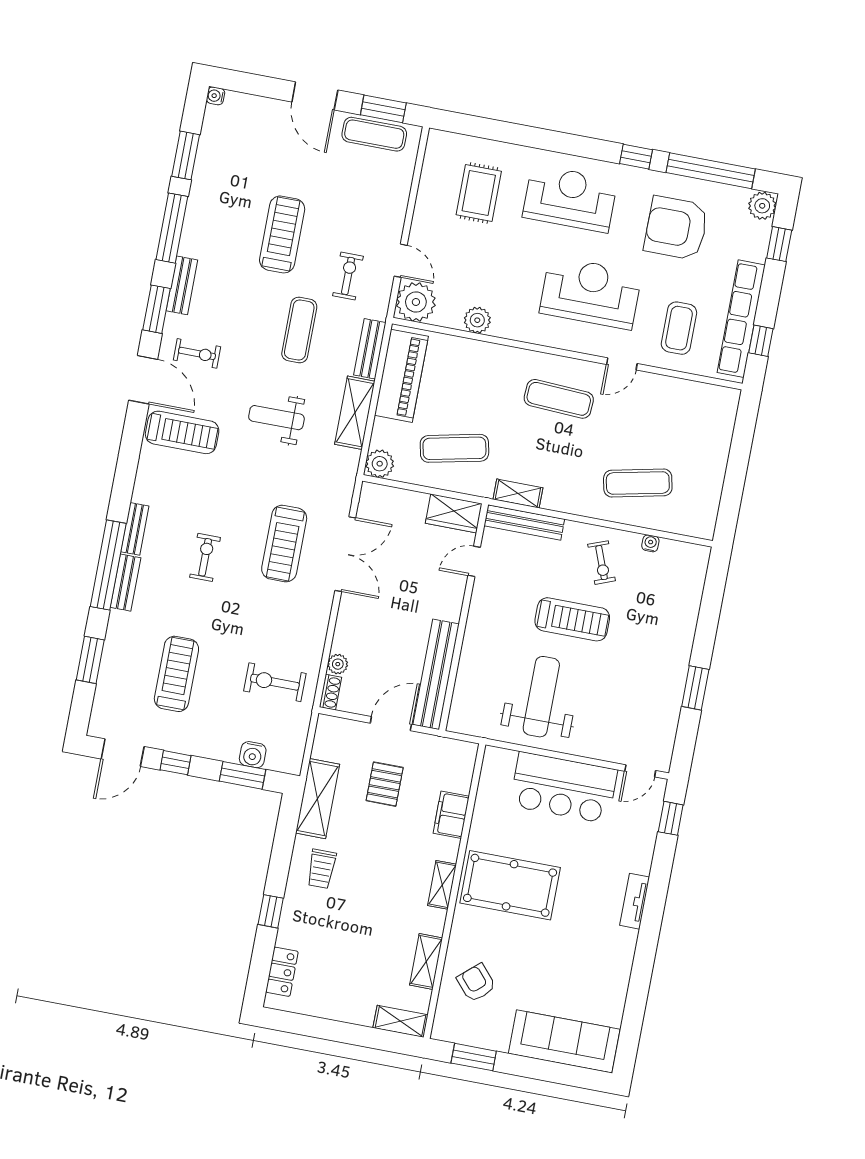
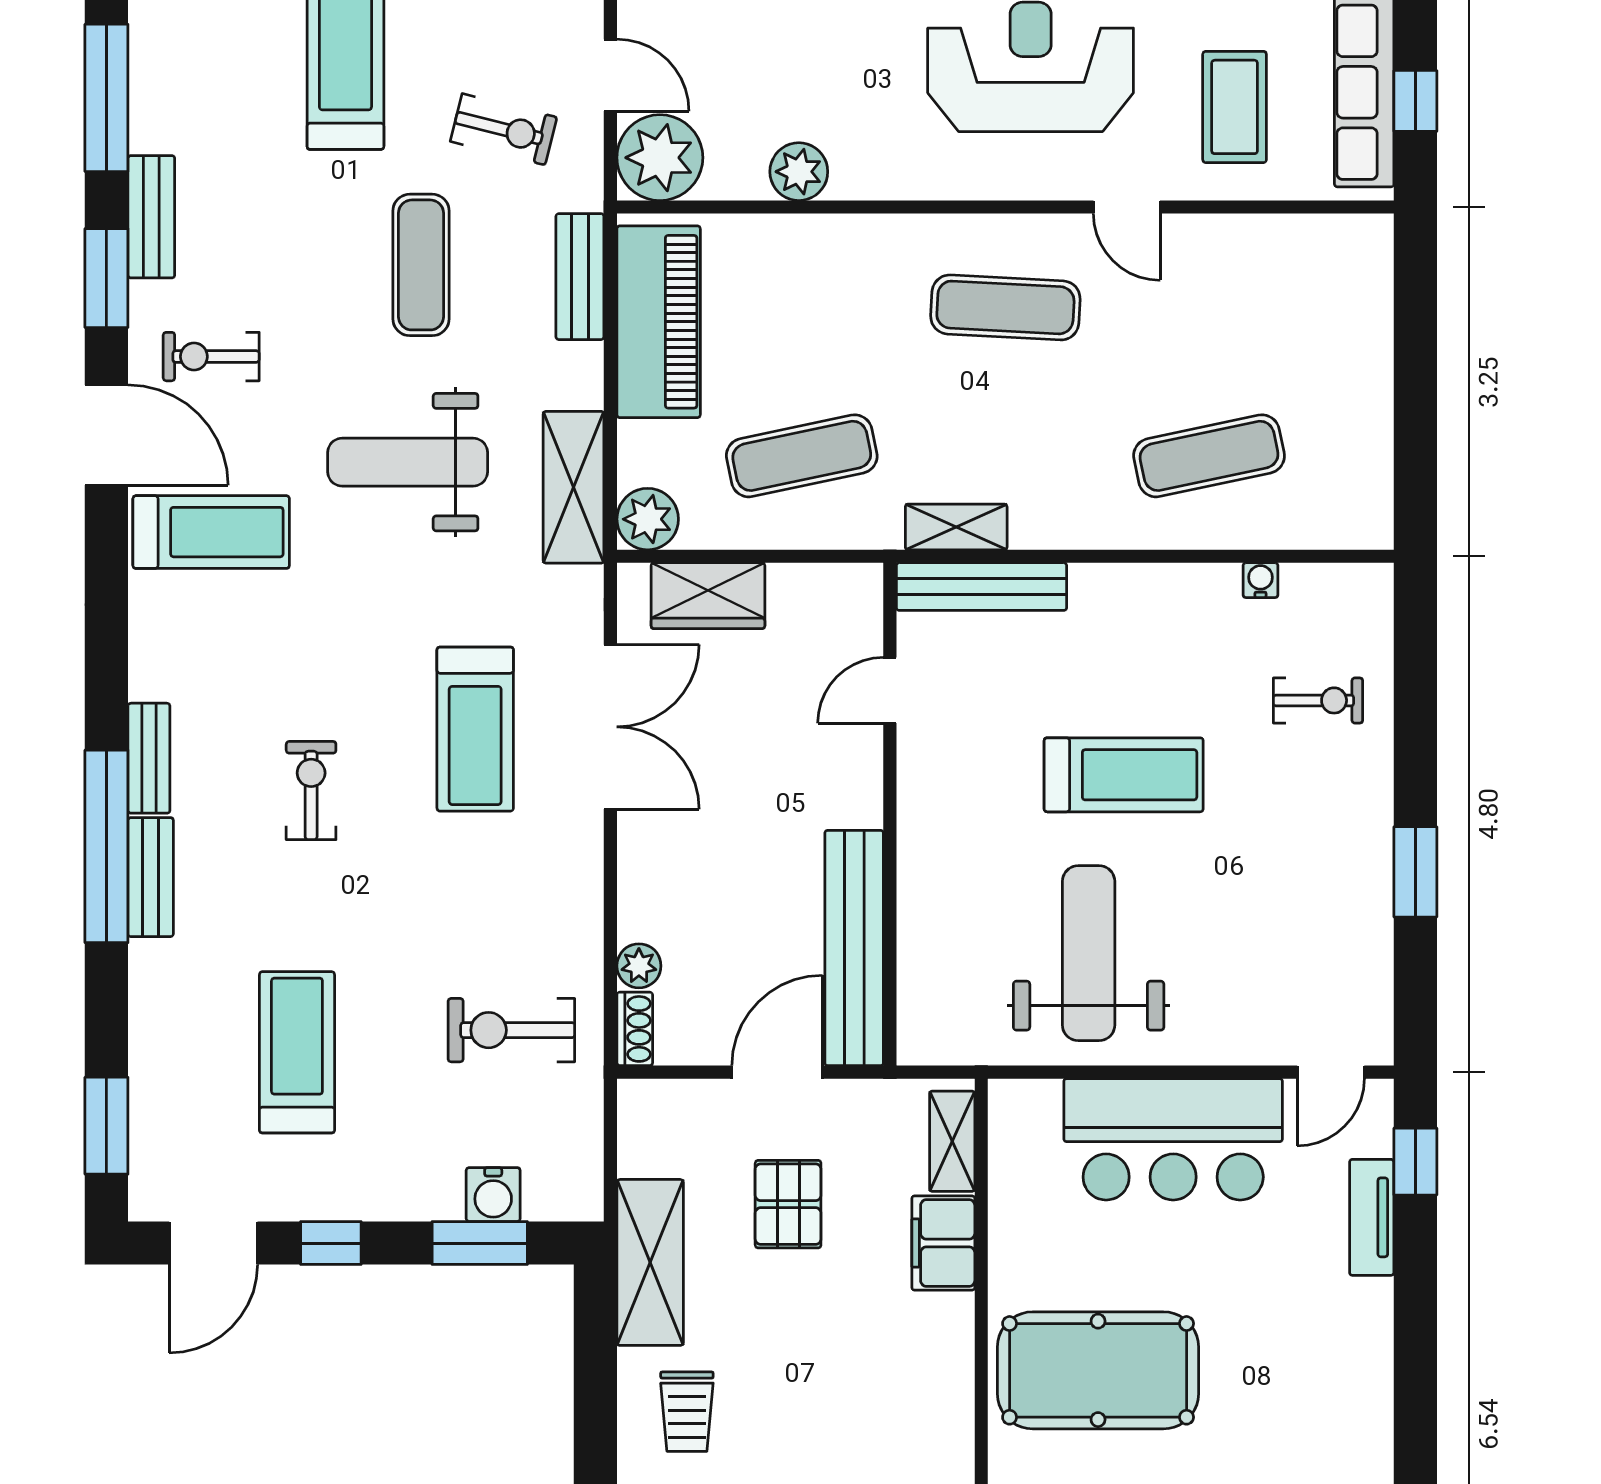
exercise bike: (348, 276) -> (504, 129), turned 104
exercise bike: (197, 353) -> (211, 357), turned 180
door: (622, 364) -> (1127, 207), hinge flipped
shelving: (355, 413) -> (574, 487), moved
weight bench: (276, 418) -> (408, 462), width x1.36, depth x1.33
wardrobe: (454, 513) -> (708, 596), moved
exercise bike: (602, 563) -> (1318, 700), moved, turned -69
window: (90, 660) -> (106, 1126), moved
shelving: (442, 885) -> (952, 1141), moved
tv unit: (635, 901) -> (1372, 1217), moved

